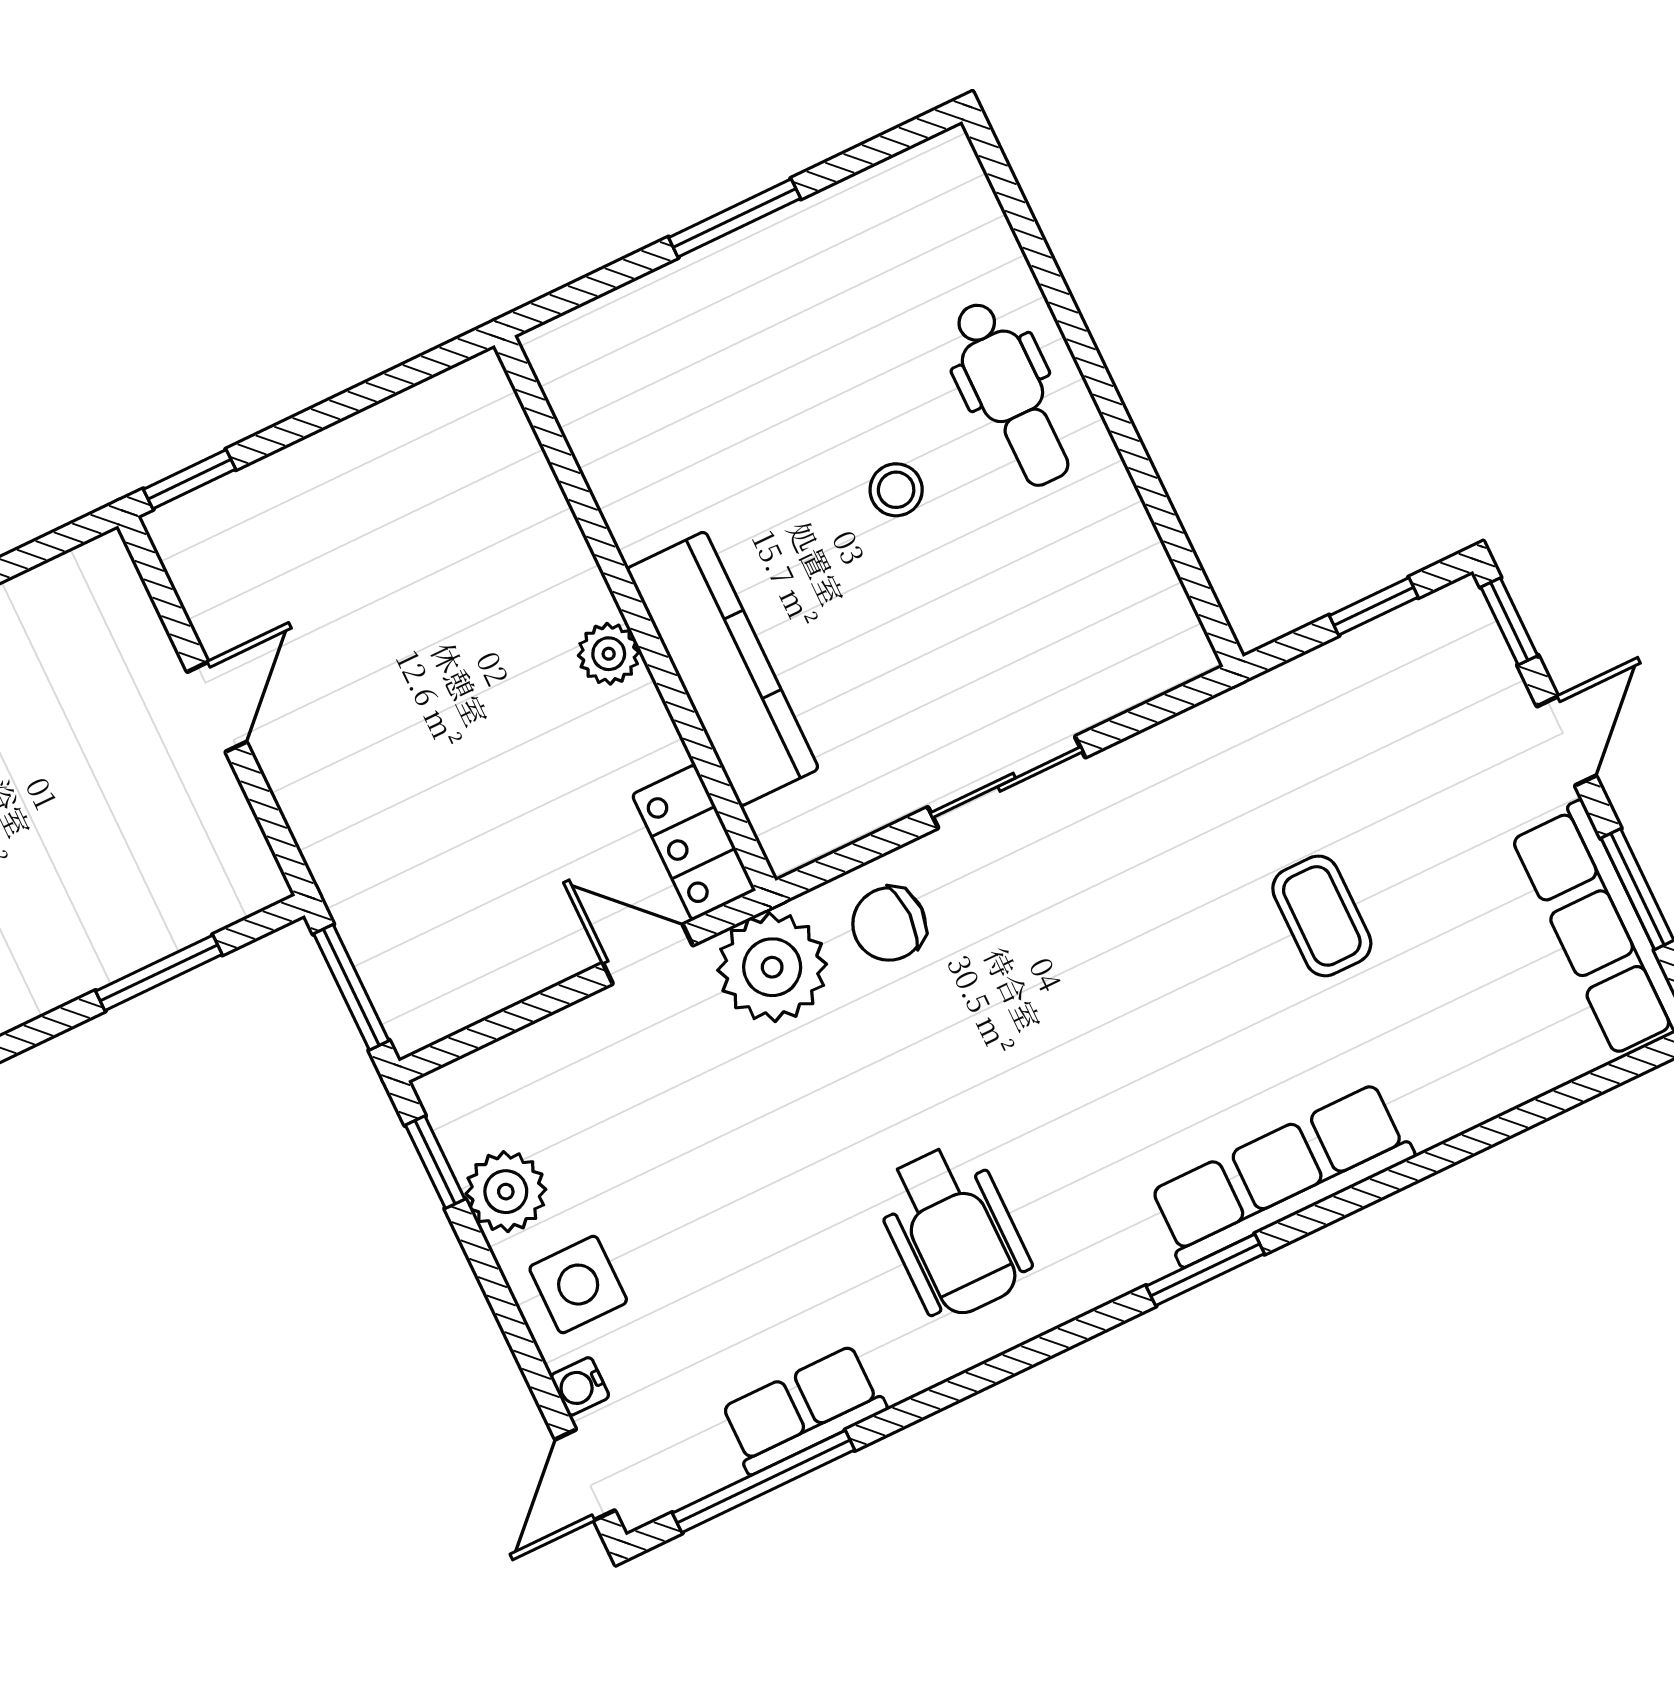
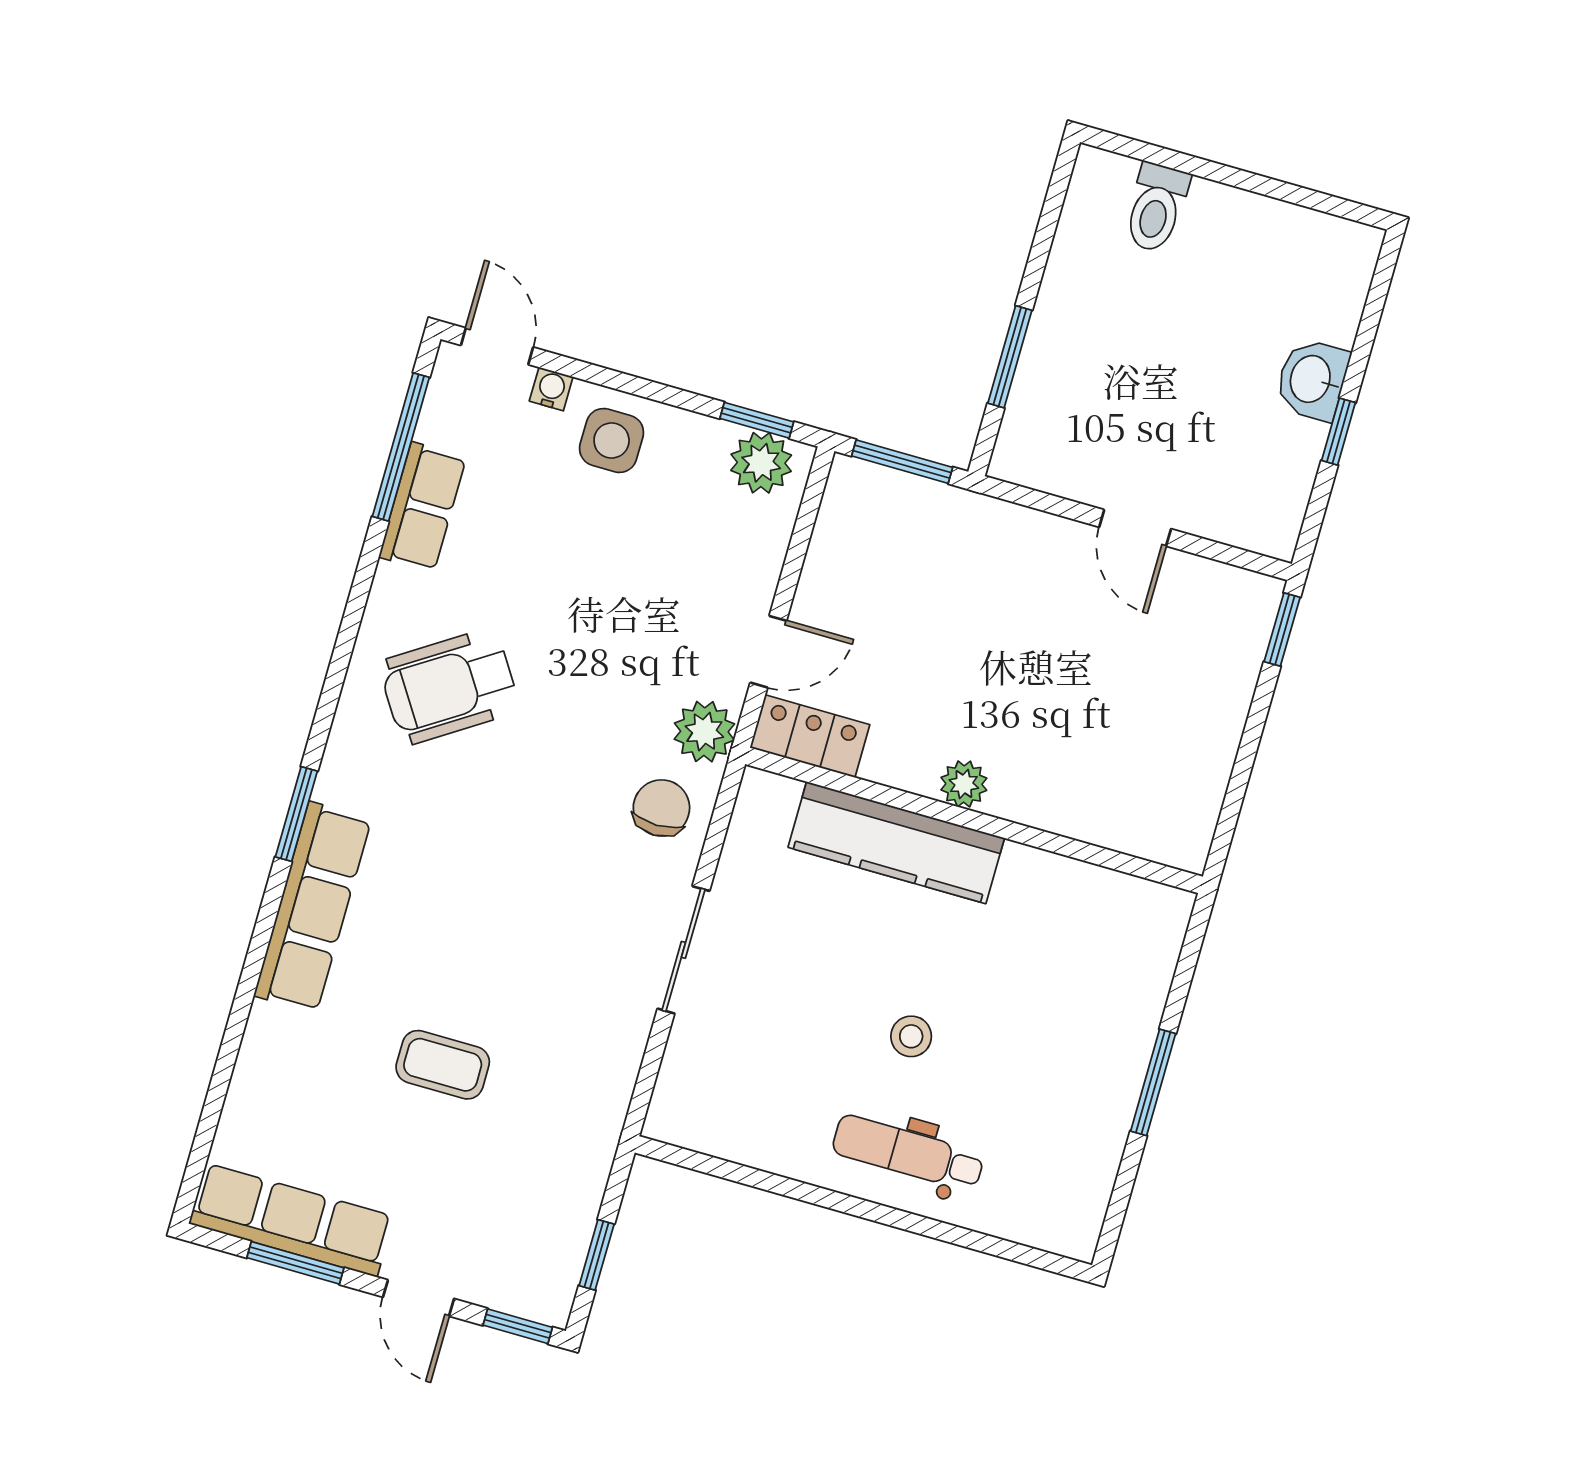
plant: (772, 967) -> (704, 732), width x0.73, depth x0.73
plant: (506, 1192) -> (761, 463), moved
wheelchair: (953, 1231) -> (449, 686), turned -33

